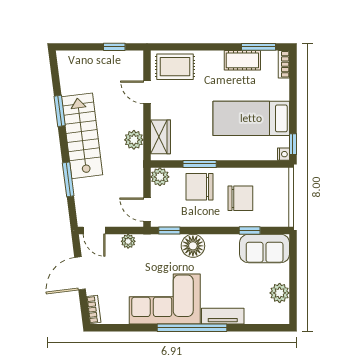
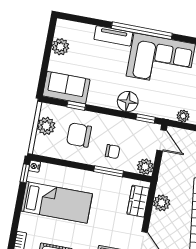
chair: (199, 187) -> (113, 152), width x0.54, depth x0.54
plant: (279, 201) -> (46, 126), added

